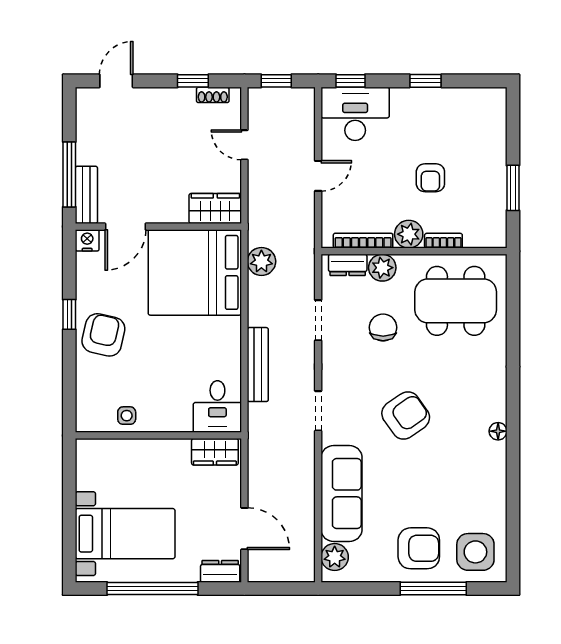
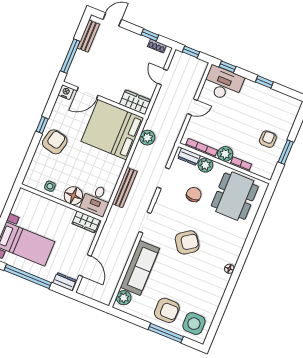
armchair: (430, 178) -> (268, 139), moved, turned 180
bench: (86, 195) -> (88, 36), moved
dining table: (456, 301) -> (235, 196), turned 90
floor lamp: (174, 415) -> (73, 196), added

